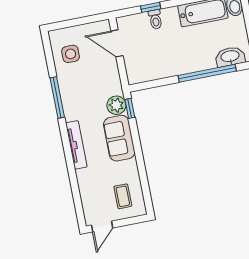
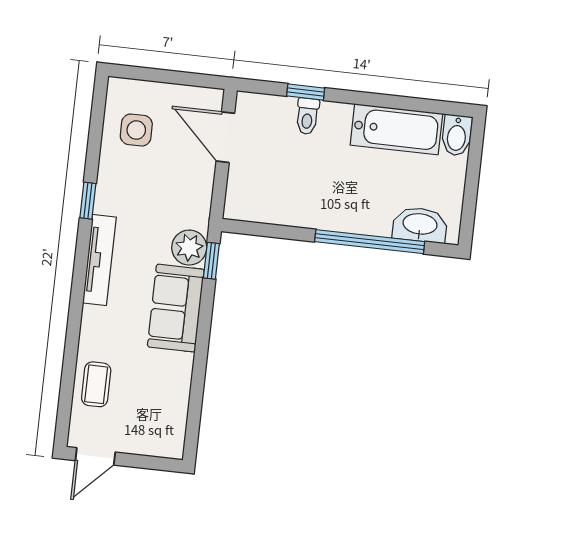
window: (57, 98) -> (88, 201), width x0.46
tv unit: (76, 145) -> (99, 260), moved
coffee table: (123, 196) -> (96, 384), moved

